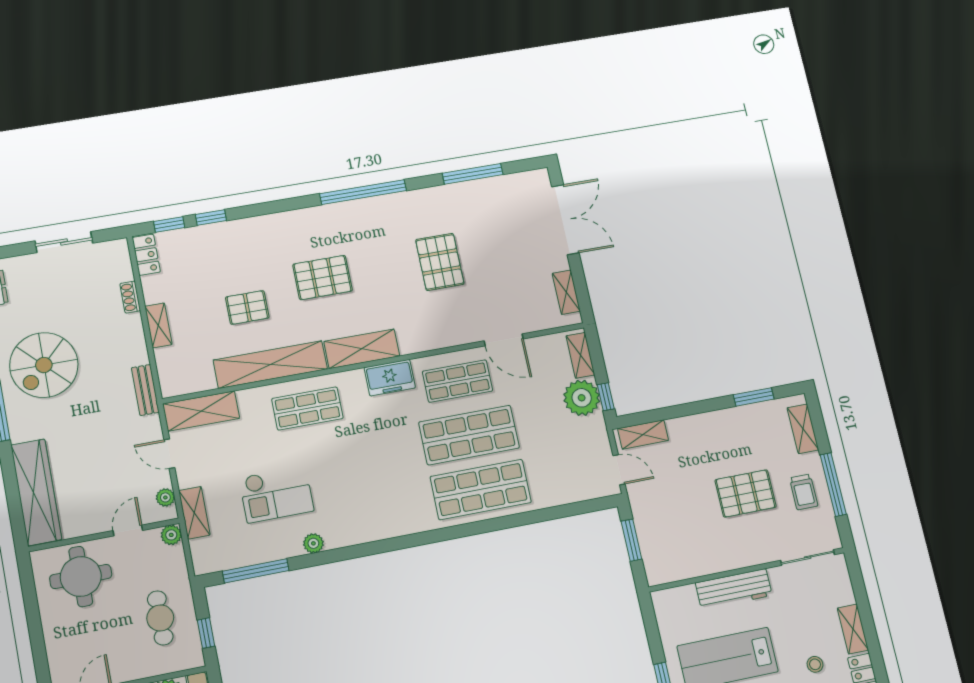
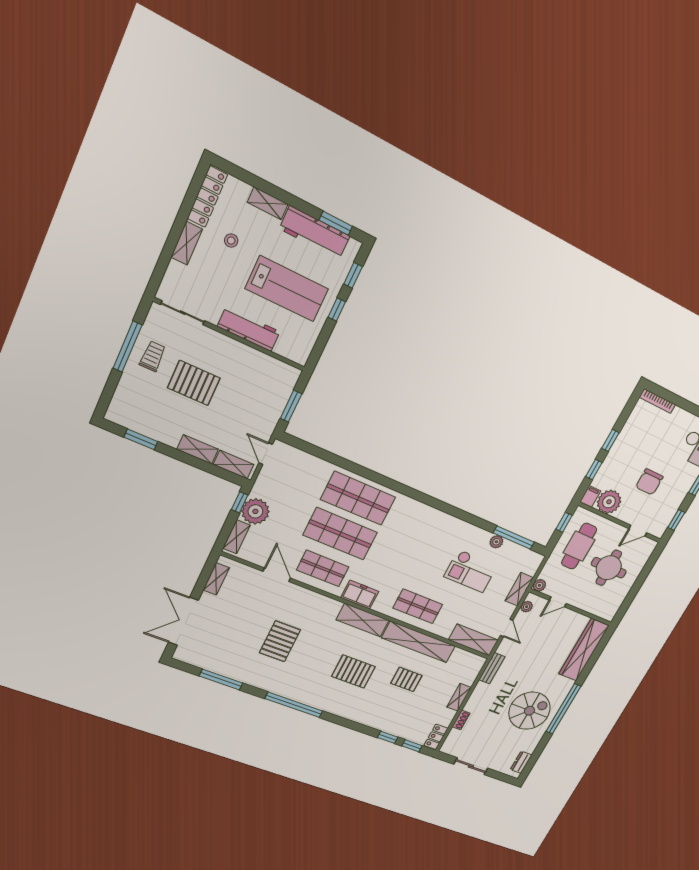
shelving: (803, 429) -> (198, 449), moved, turned 90
checkout: (276, 494) -> (471, 571), turned 180
plant: (313, 543) -> (496, 542), moved
round table: (81, 577) -> (609, 568), moved
cafe table: (160, 618) -> (579, 546), width x1.37, depth x1.35

